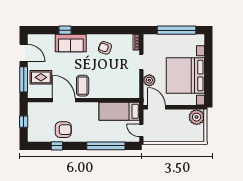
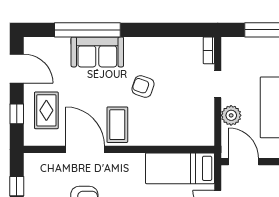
window: (65, 30) -> (87, 30), width x3.17
armchair: (105, 48) -> (143, 86), moved
rug: (41, 77) -> (46, 110), turned 90
window: (24, 79) -> (17, 114), width x0.46

